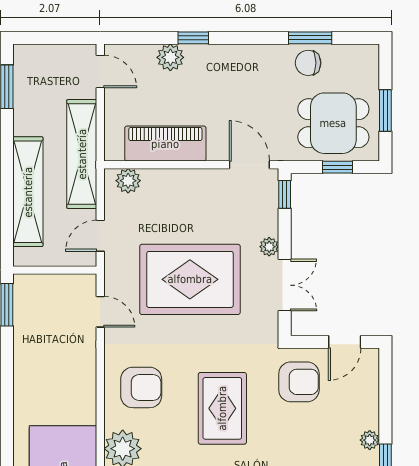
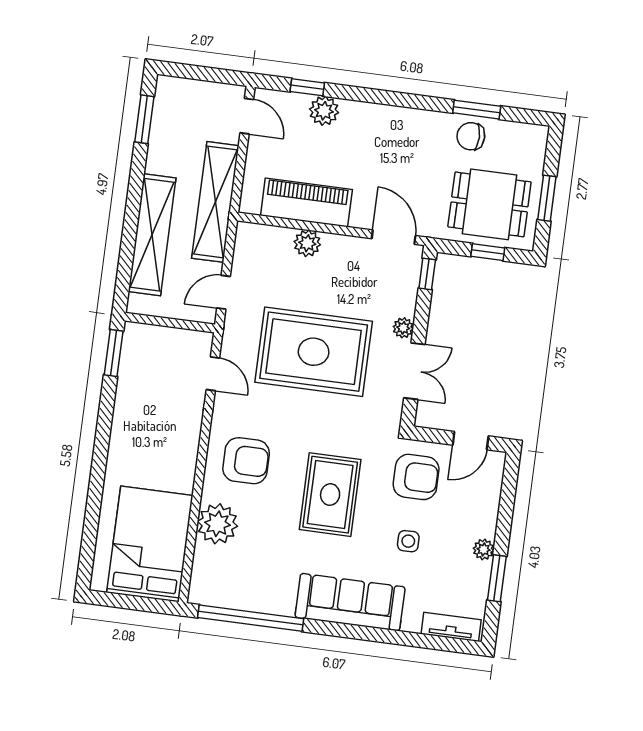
window: (193, 38) -> (307, 87), moved
plant: (128, 181) -> (307, 243), moved
side table: (300, 442) -> (408, 541), added

